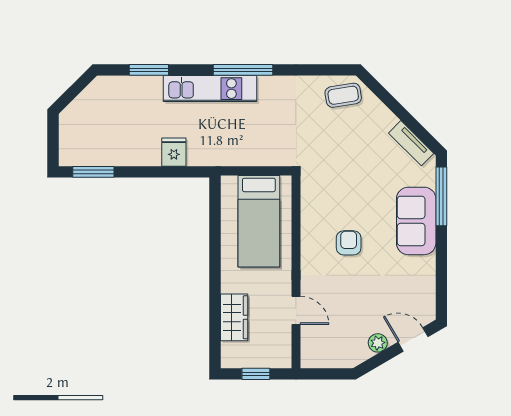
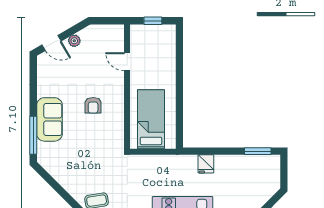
tv unit: (411, 143) -> (53, 170), removed
wardrobe: (234, 317) -> (167, 57), removed

